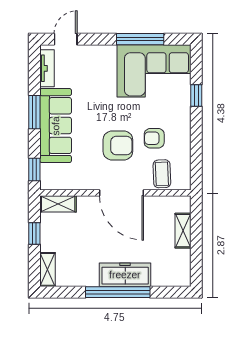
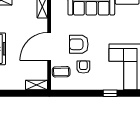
armchair: (118, 146) -> (79, 44), turned 90
shelving: (183, 231) -> (37, 85), moved

